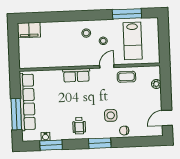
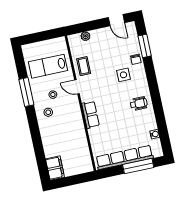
window: (127, 14) -> (26, 92), moved
lab bench: (133, 41) -> (48, 66), turned 180
window: (100, 143) -> (145, 46), moved
window: (51, 145) -> (162, 127), removed

